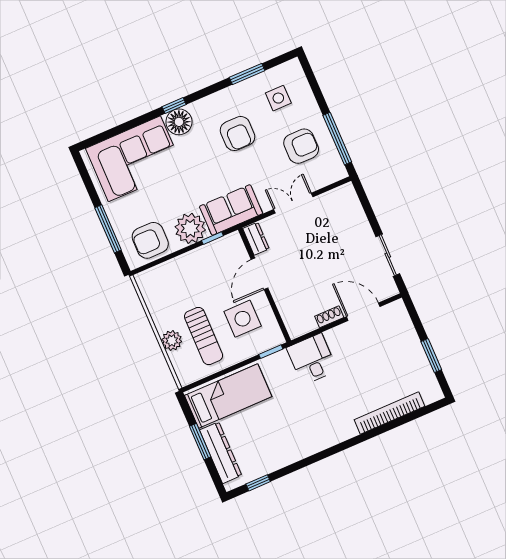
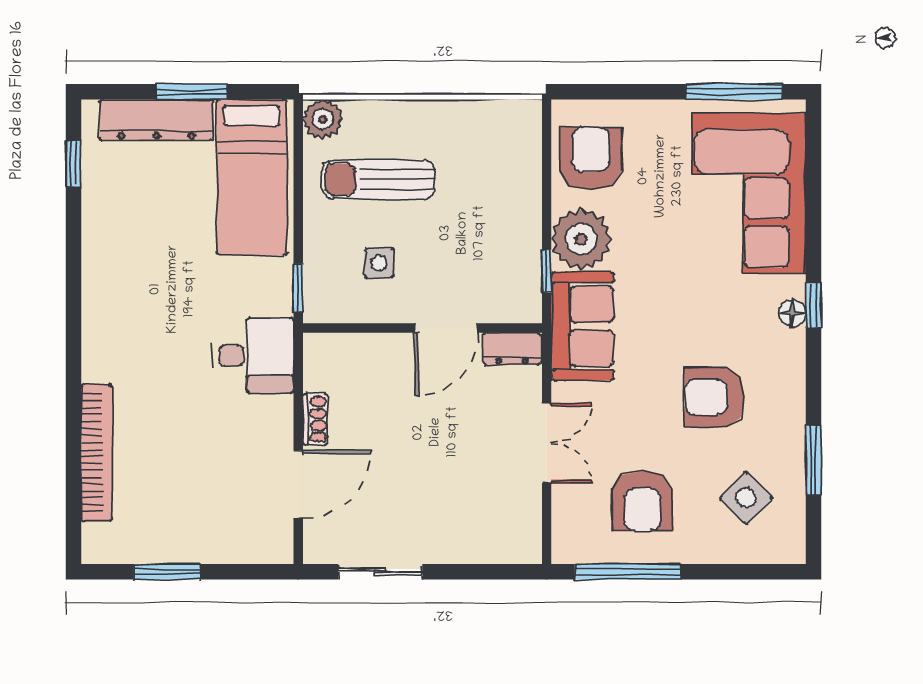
side table: (278, 98) -> (746, 498), turned 45
floor lamp: (179, 122) -> (792, 313), width x0.53, depth x0.53
window: (108, 229) -> (734, 92), moved
door: (260, 274) -> (446, 328), swing flipped
side table: (243, 319) -> (379, 263), width x0.54, depth x0.54
plant: (172, 341) -> (323, 119), moved

